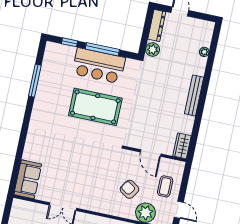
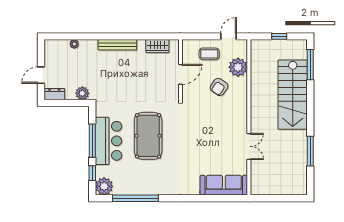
dresser: (157, 26) -> (54, 94), width x0.70
plant: (54, 52) -> (104, 186), added
window: (35, 81) -> (135, 198), width x1.46
wardrobe: (182, 146) -> (157, 46), moved
sofa: (28, 179) -> (224, 185), width x1.36

